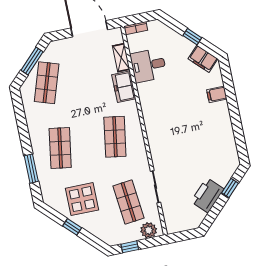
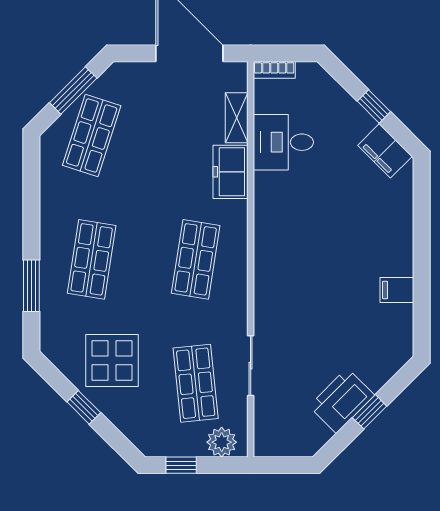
filing cabinet: (217, 94) -> (397, 290), moved
window: (230, 188) -> (370, 412), moved

